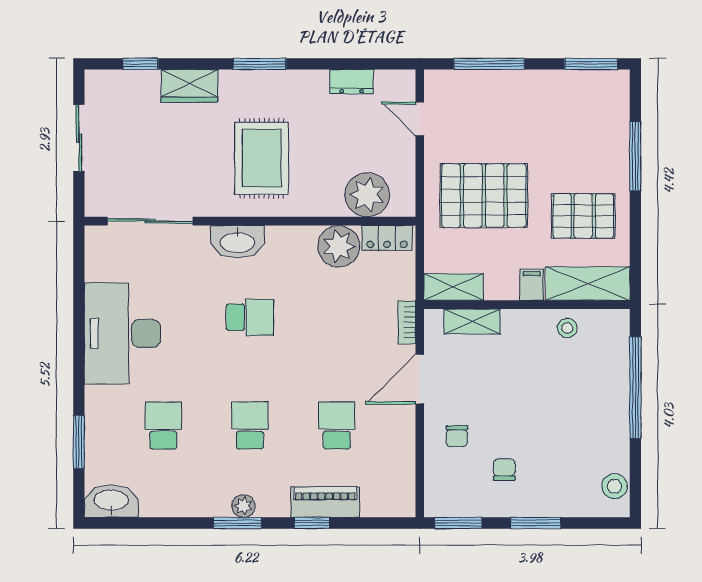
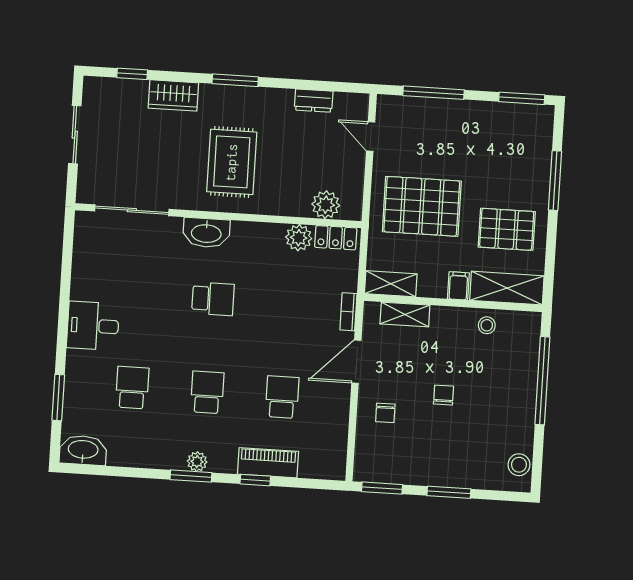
plant: (367, 195) -> (326, 205), width x0.73, depth x0.73
plant: (339, 246) -> (299, 238), width x0.73, depth x0.73
desk: (122, 333) -> (93, 326), width x0.53, depth x0.77
chair: (504, 469) -> (444, 395), moved

